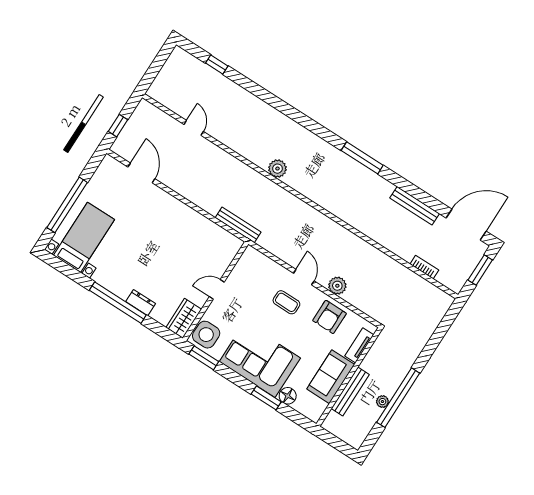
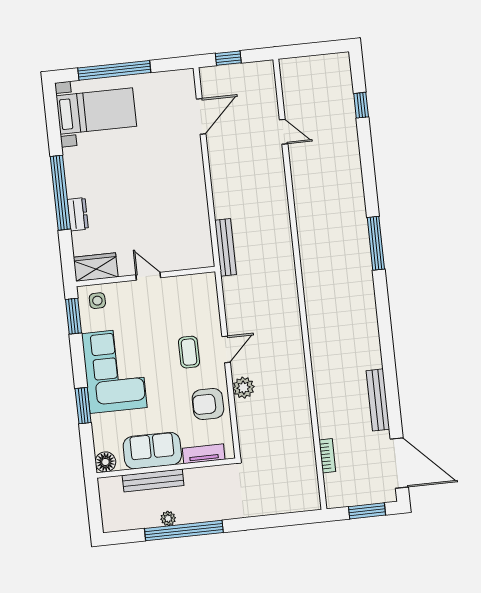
door: (194, 128) -> (284, 132), hinge flipped
window: (362, 158) -> (376, 243), moved
plant: (278, 169) -> (309, 242), removed
side table: (206, 335) -> (97, 301), width x0.54, depth x0.54
floor lamp: (288, 396) -> (105, 462), moved

